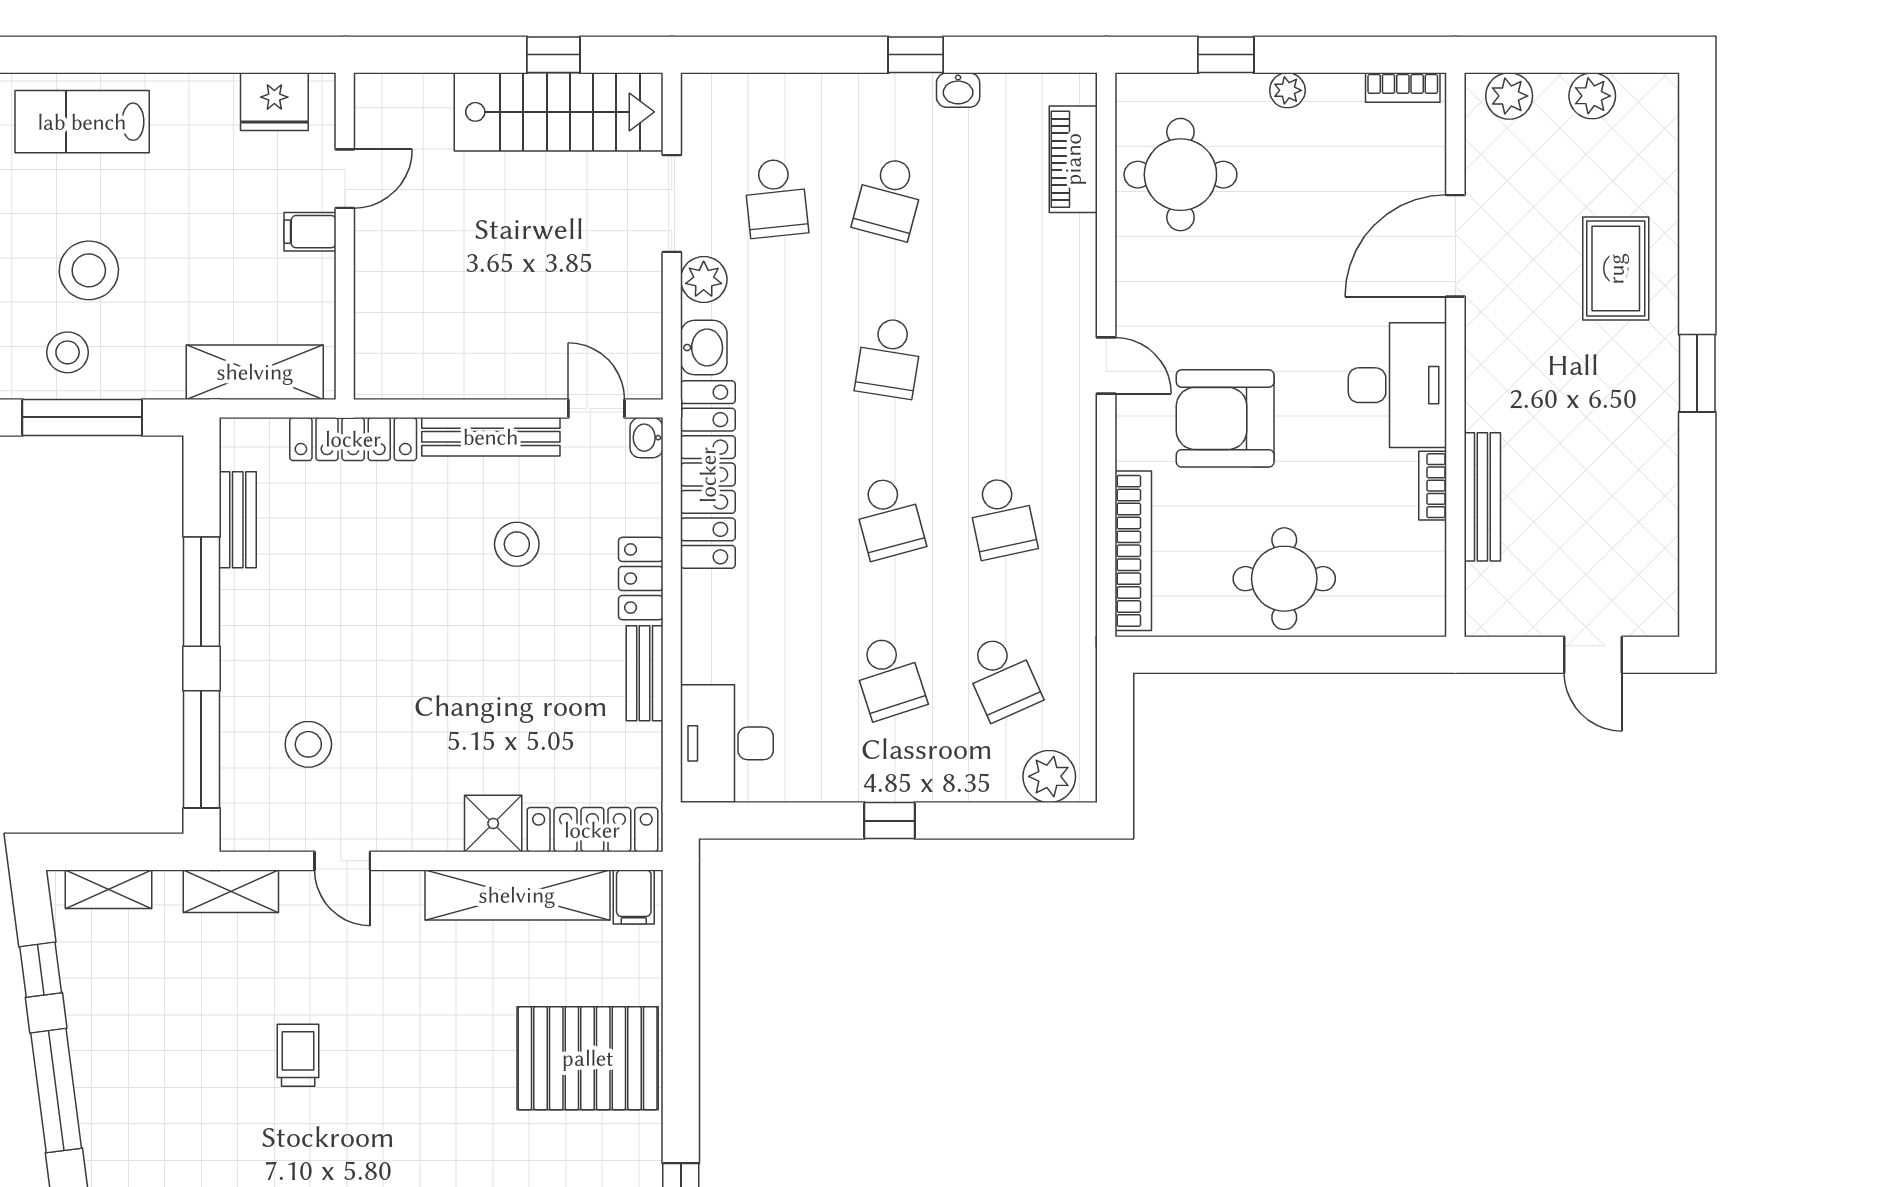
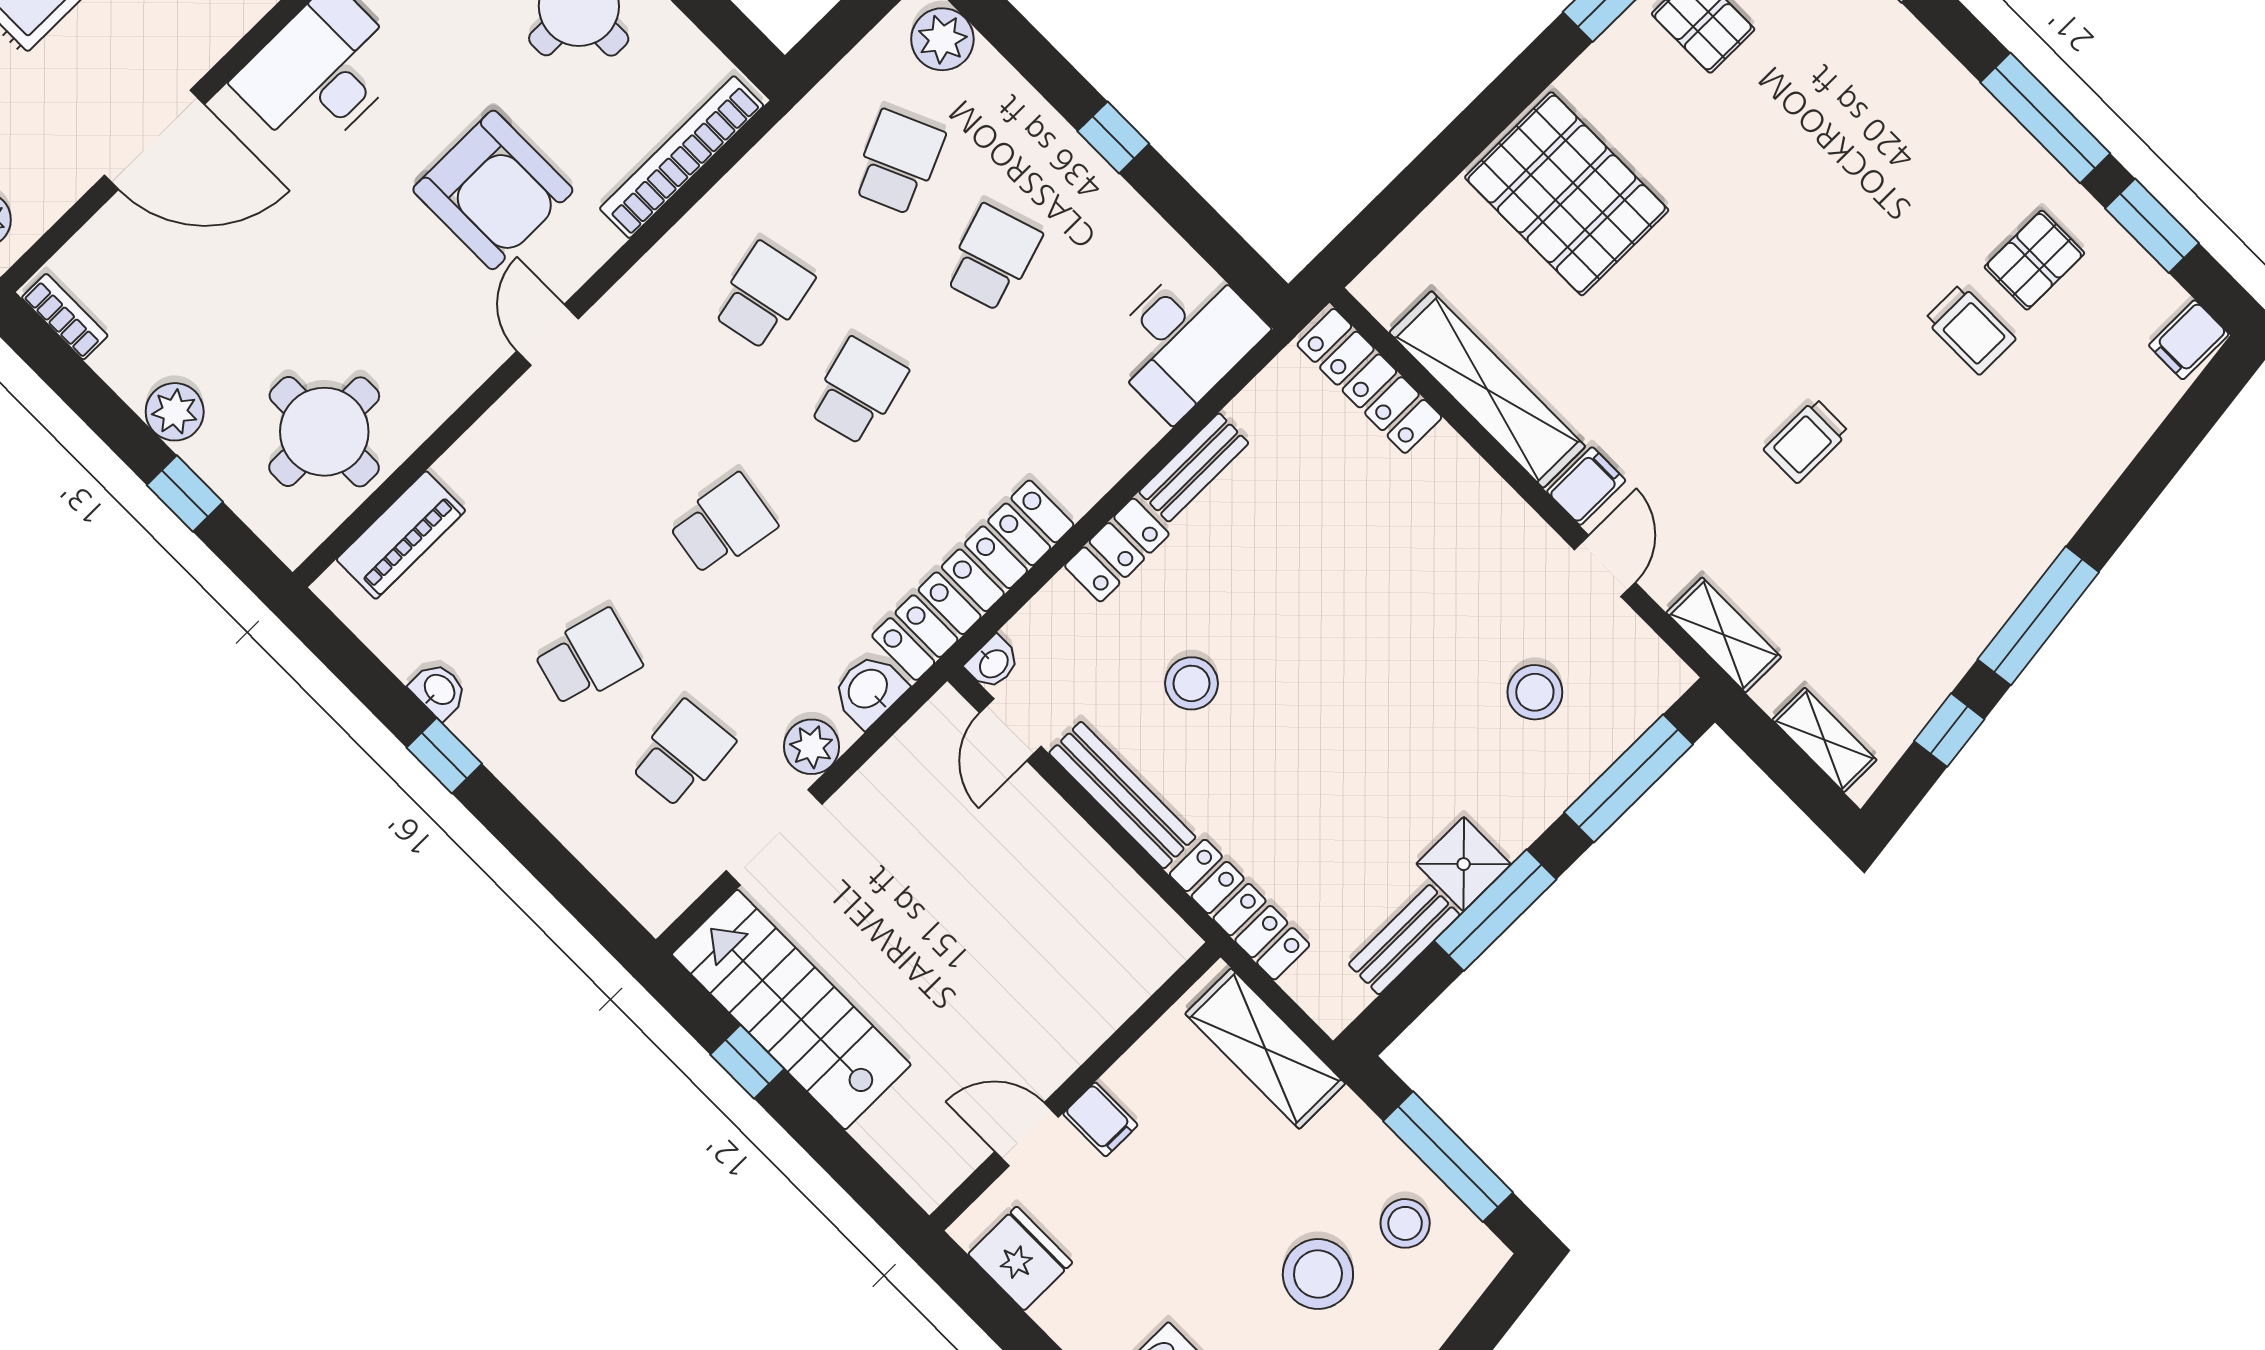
plant: (1287, 90) -> (175, 412), width x1.38, depth x1.38
shower: (493, 823) -> (1464, 864), moved
filing cabinet: (634, 897) -> (1586, 486), moved

